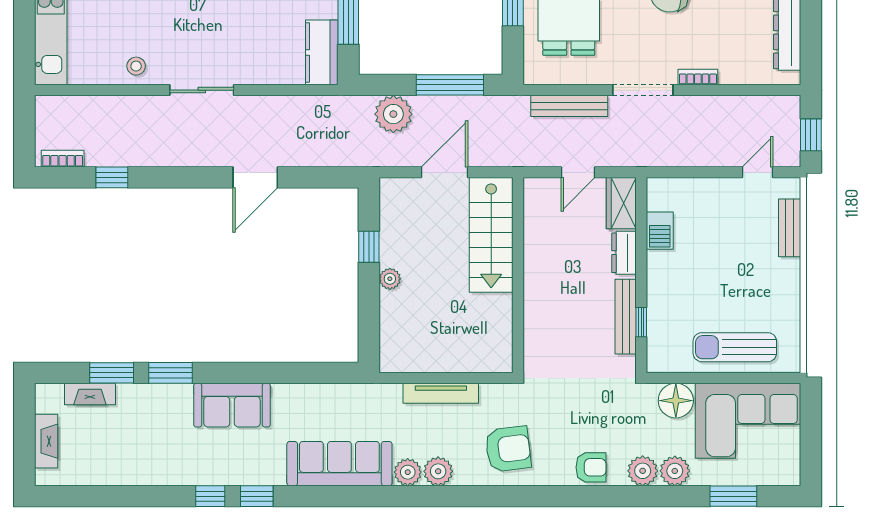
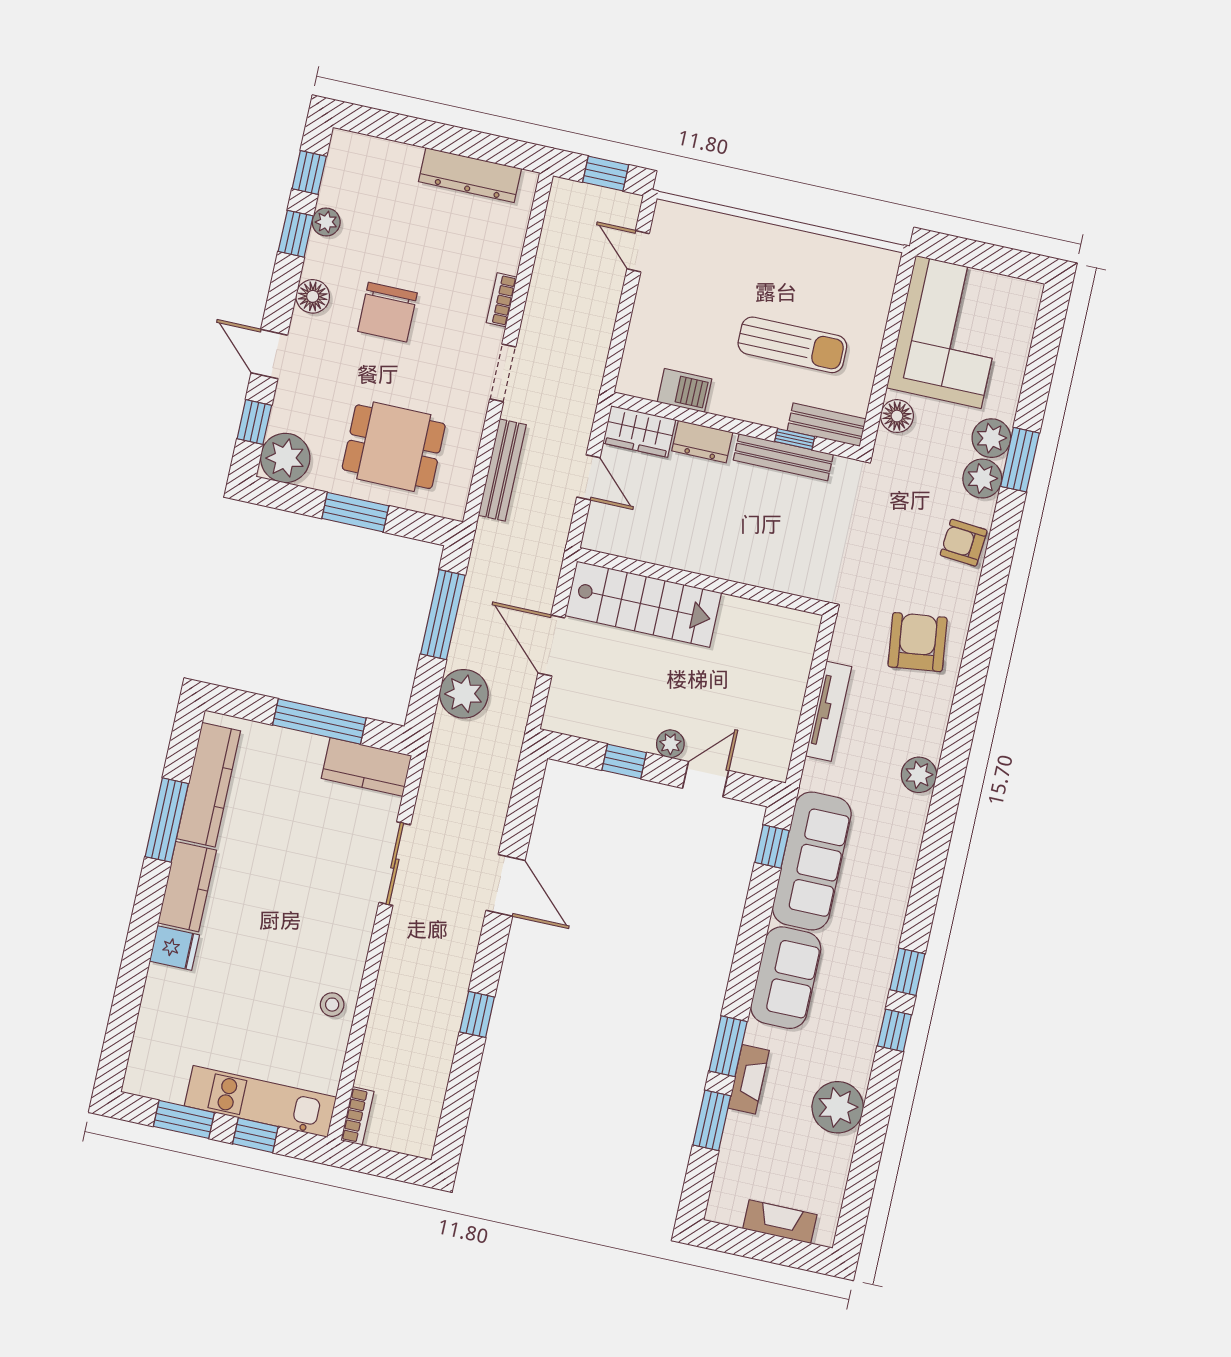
window: (24, 30) -> (255, 1135), added
sliding door: (202, 90) -> (395, 864), moved
doorway: (643, 90) -> (503, 373), width x0.73
bookcase: (63, 159) -> (357, 1116), moved, turned 180
window: (112, 177) -> (477, 1014), moved
bench: (790, 228) -> (827, 425), moved
door: (369, 311) -> (706, 779), added
sun lounger: (735, 347) -> (792, 345), moved, turned -90
window: (329, 373) -> (772, 847), added
fireplace: (90, 394) -> (749, 1079), moved
floor lamp: (676, 401) -> (897, 416), width x0.73, depth x0.73
sofa: (339, 464) -> (812, 861), moved, turned 180
armchair: (591, 467) -> (964, 543), turned -85
plant: (438, 471) -> (838, 1107), moved, width x1.36, depth x1.36
window: (733, 496) -> (1020, 460), moved

